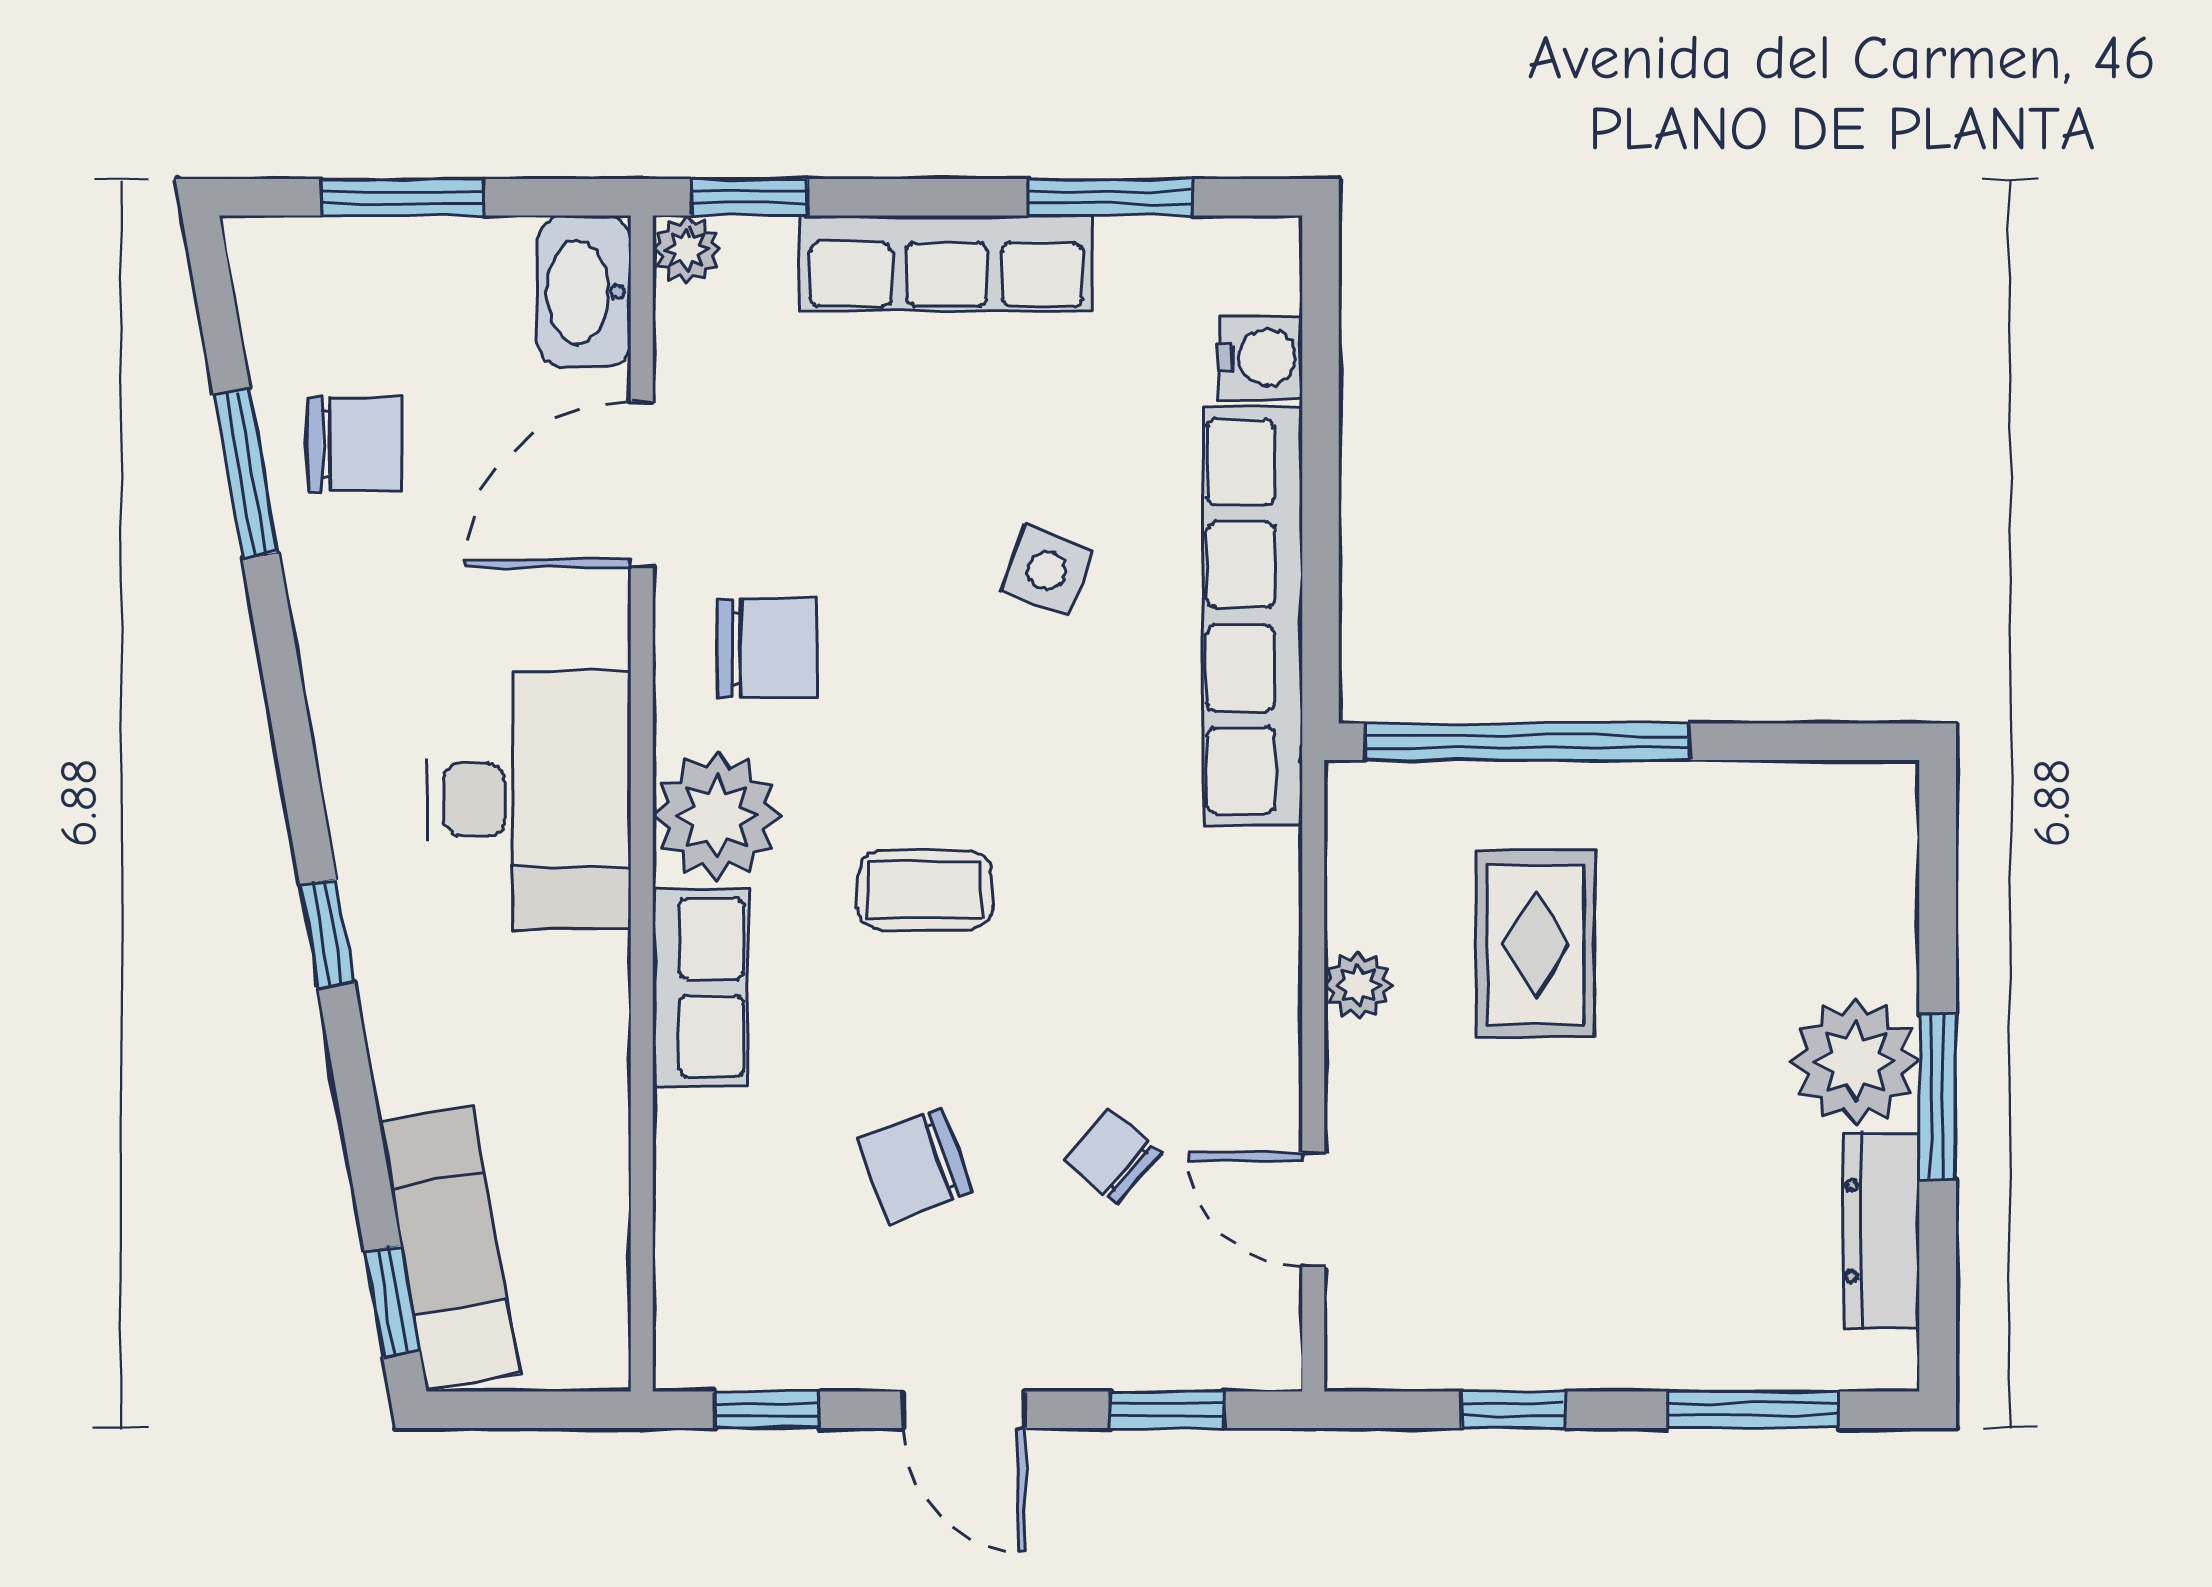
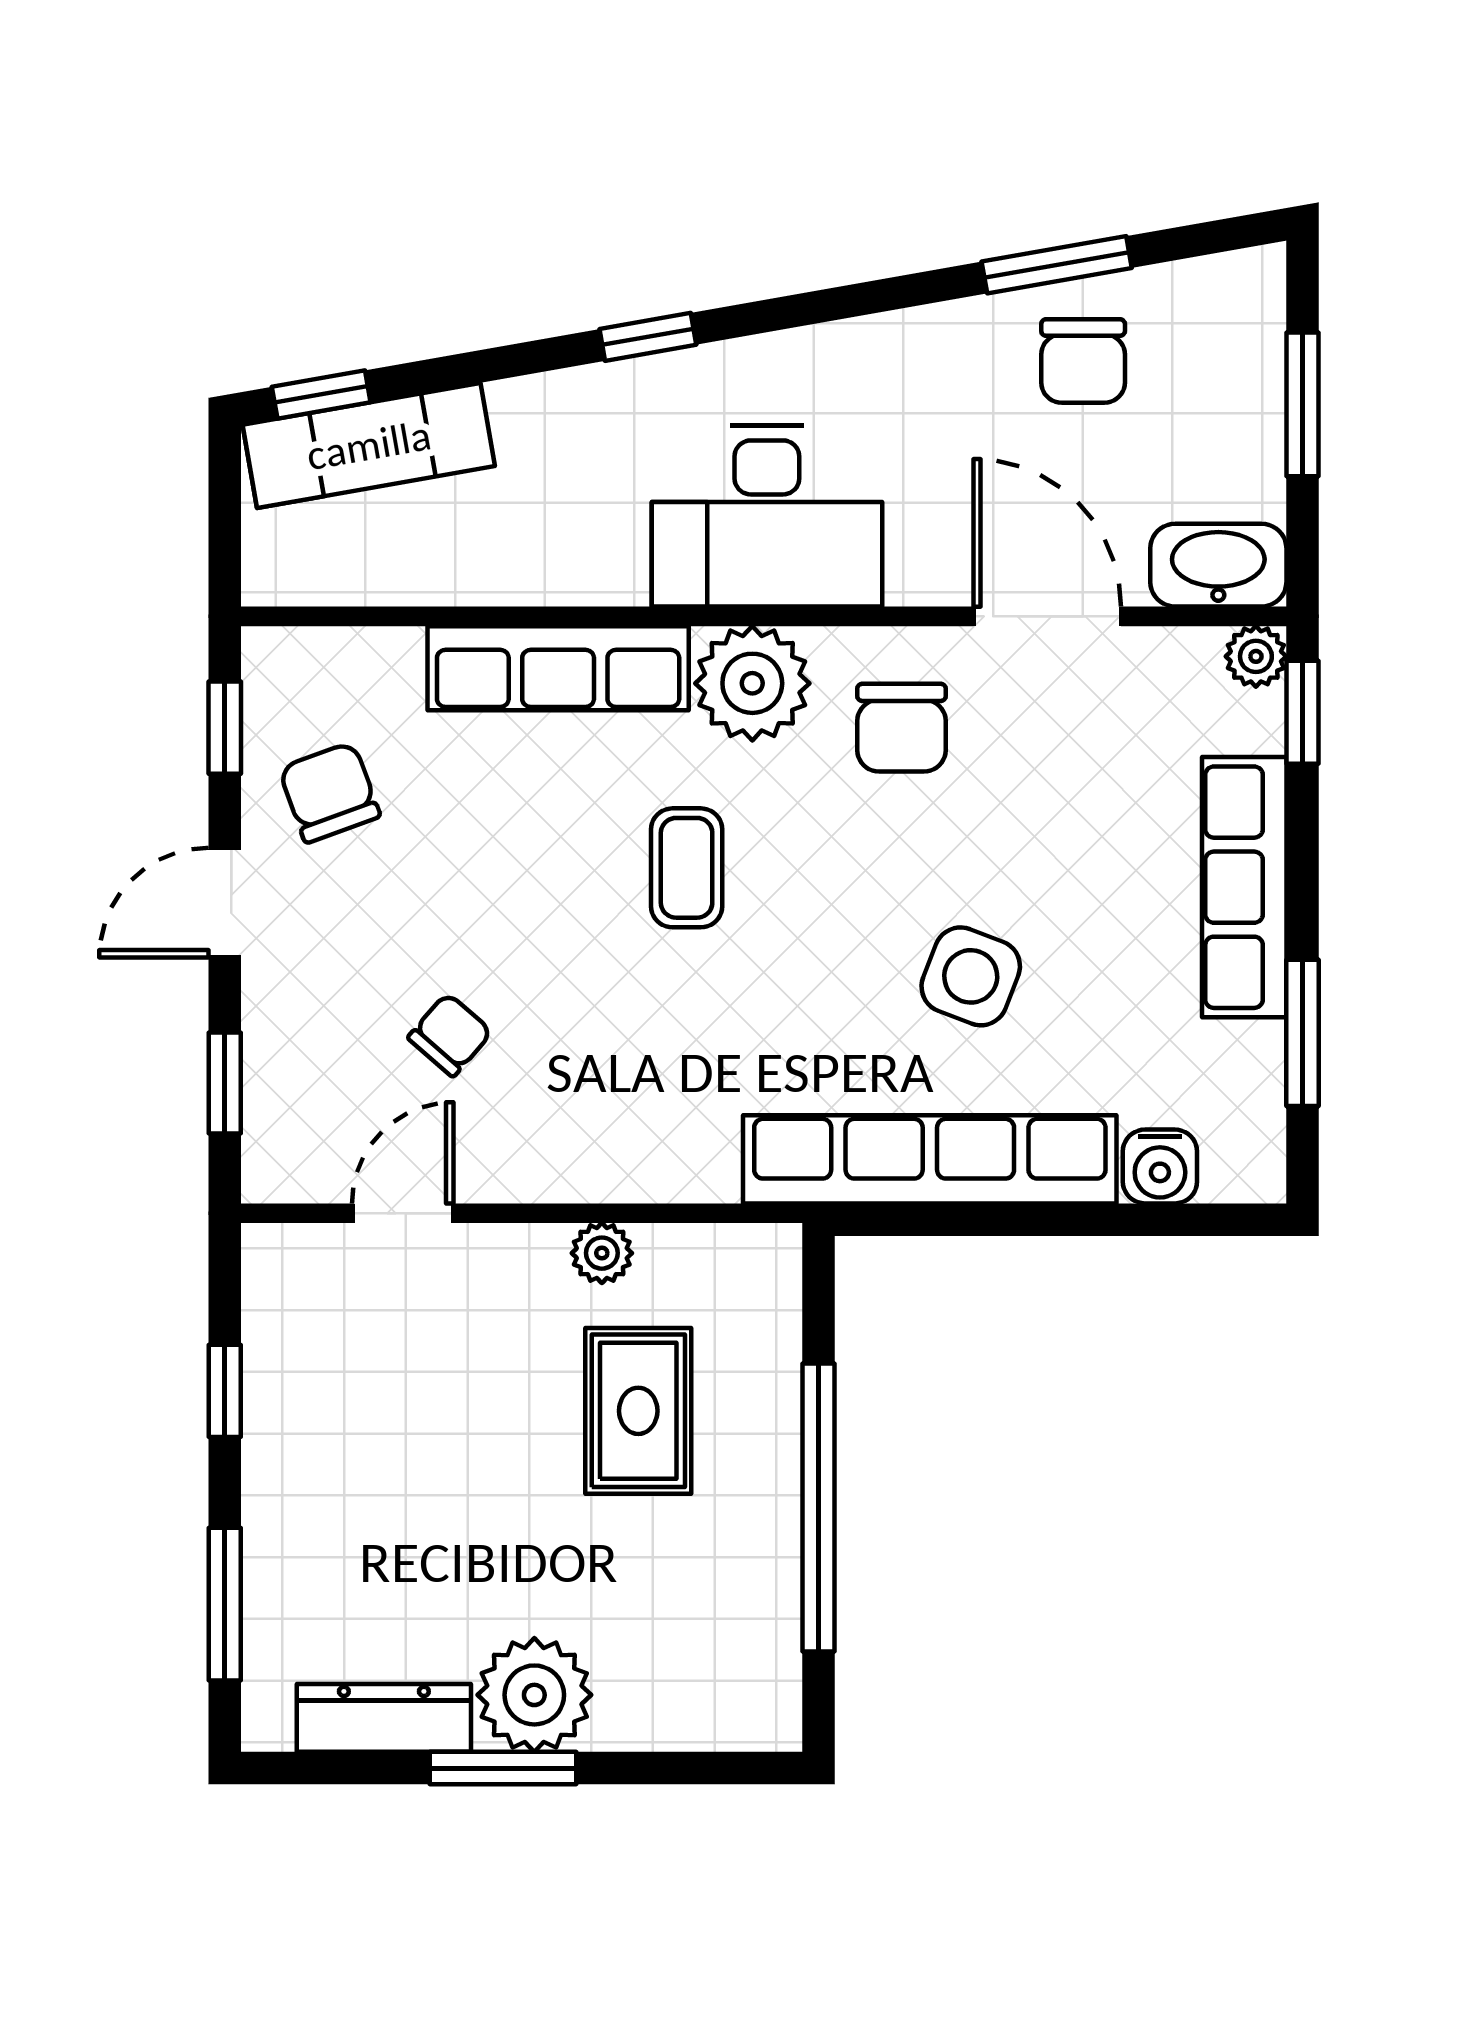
side table: (1047, 570) -> (971, 976), width x1.37, depth x1.37
window: (1527, 742) -> (818, 1508), moved
rug: (1536, 944) -> (638, 1411), turned 90
row of seats: (700, 987) -> (558, 668), width x1.48
chair: (915, 1165) -> (329, 792), moved

